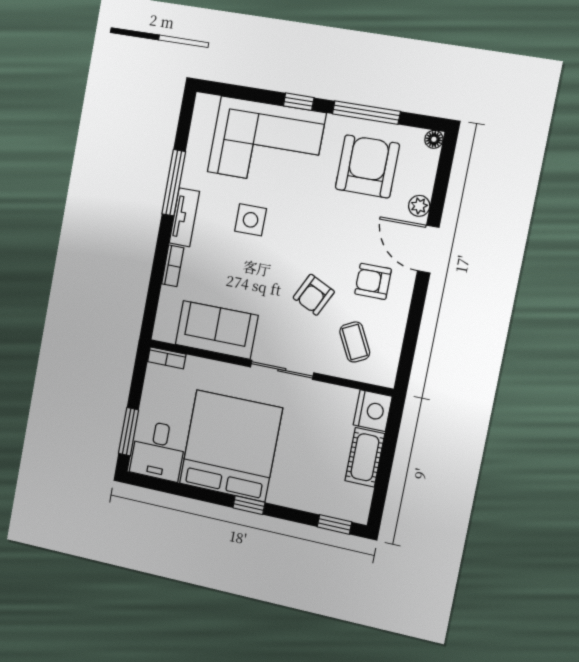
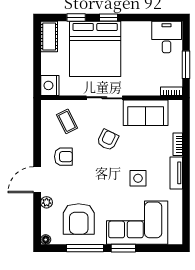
window: (299, 102) -> (123, 248), width x1.50
window: (174, 183) -> (186, 191), removed
door: (428, 249) -> (37, 180), swing flipped
armchair: (314, 295) -> (108, 140), moved
window: (129, 432) -> (186, 65), moved
bed: (231, 446) -> (95, 49), moved
cot: (365, 457) -> (49, 37), moved
window: (334, 524) -> (76, 17), moved

